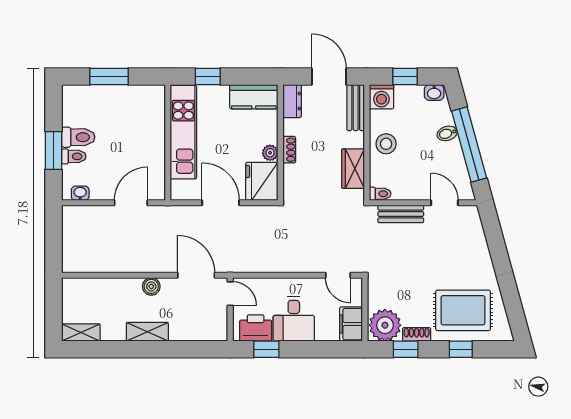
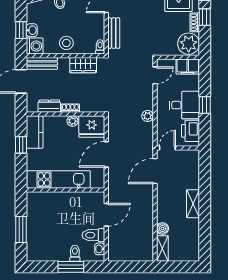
window: (208, 77) -> (21, 145), moved
washbasin: (434, 92) -> (32, 30), moved
dresser: (292, 101) -> (49, 106), moved
toilet: (78, 137) -> (93, 235), moved, turned -90
door: (131, 203) -> (106, 215), swing flipped
plant: (278, 264) -> (148, 116), added
boiler: (151, 286) -> (162, 229), moved
shelving: (81, 333) -> (162, 248), moved
window: (266, 349) -> (205, 105), moved
window: (406, 349) -> (205, 17), moved

